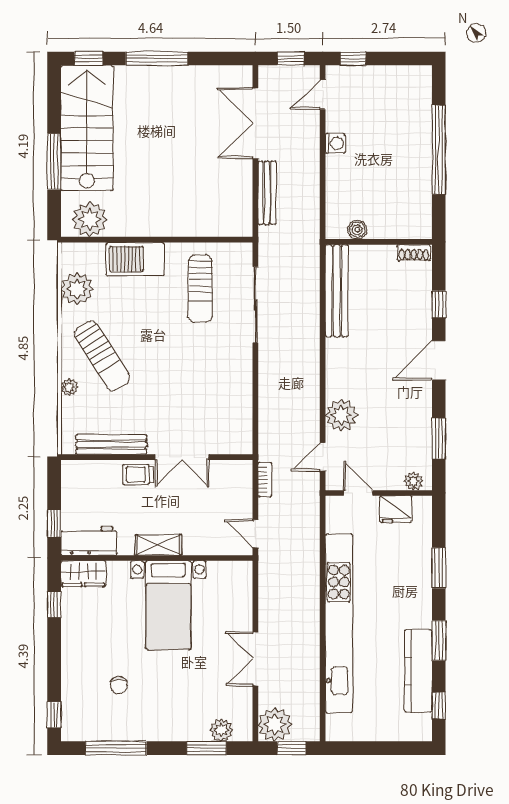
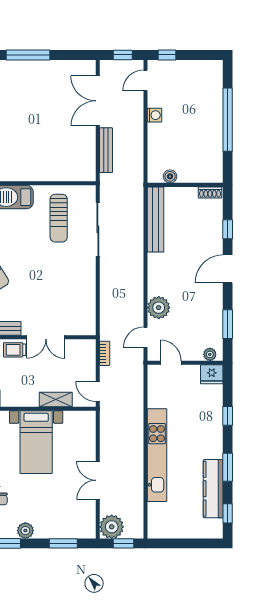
fridge: (396, 509) -> (212, 374), moved
shelving: (158, 545) -> (56, 400), moved
window: (439, 568) -> (228, 416), width x0.67
kitchen unit: (339, 623) -> (157, 455), width x0.73
plant: (221, 730) -> (25, 531), moved

